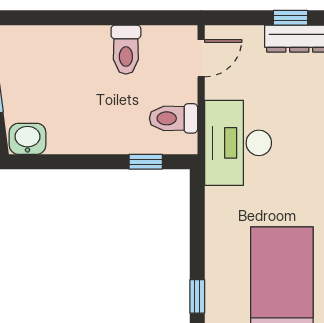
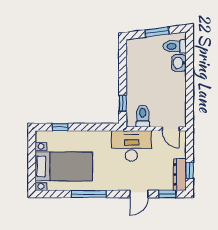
toilet: (126, 50) -> (175, 46), moved
washbasin: (28, 139) -> (179, 63), moved, turned 180

